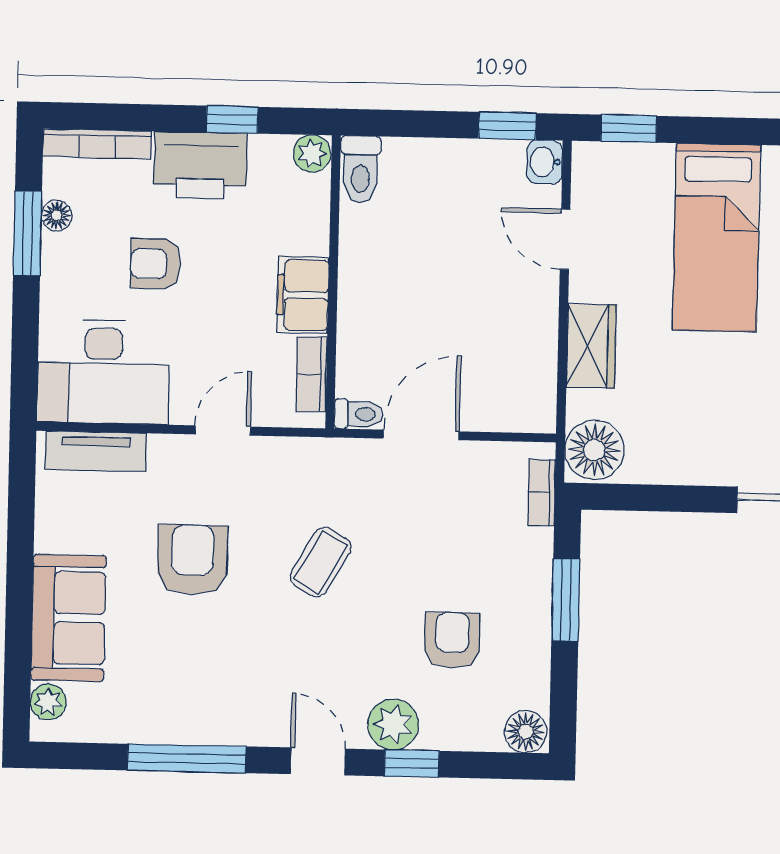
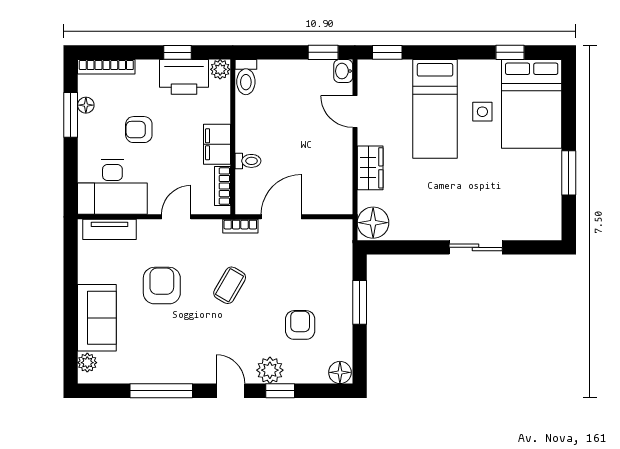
printer: (200, 165) -> (184, 77), moved
toilet: (359, 414) -> (248, 161), moved
bookcase: (542, 492) -> (240, 226), moved, turned -90

